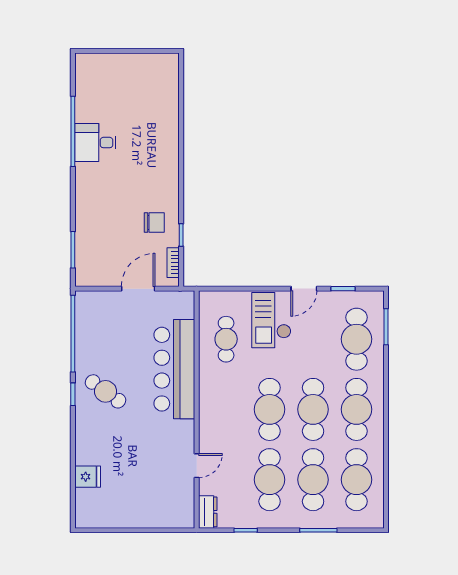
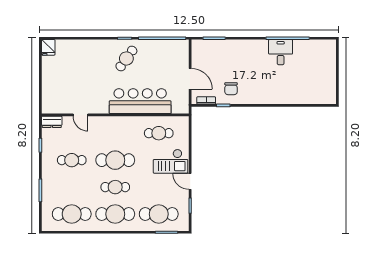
checkout: (271, 320) -> (171, 161), turned 180
cafe table: (313, 409) -> (115, 187), width x0.73, depth x0.74
fridge: (88, 477) -> (48, 47), moved
cafe table: (270, 480) -> (72, 160), width x0.73, depth x0.74
cafe table: (313, 480) -> (72, 187), removed

